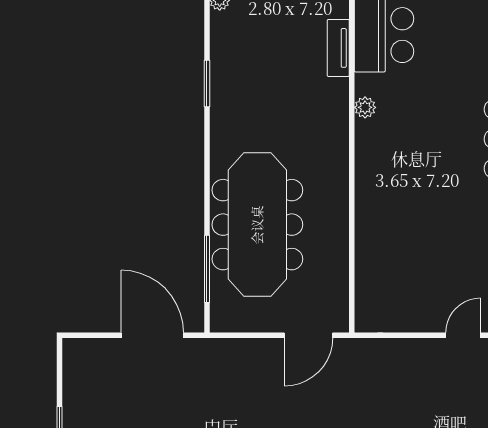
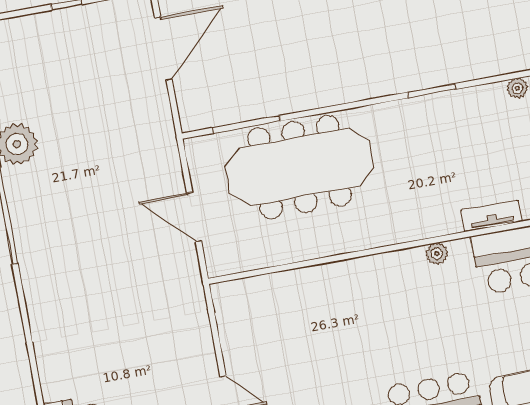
door: (152, 335) -> (163, 49), moved
door: (308, 335) -> (194, 217), moved

